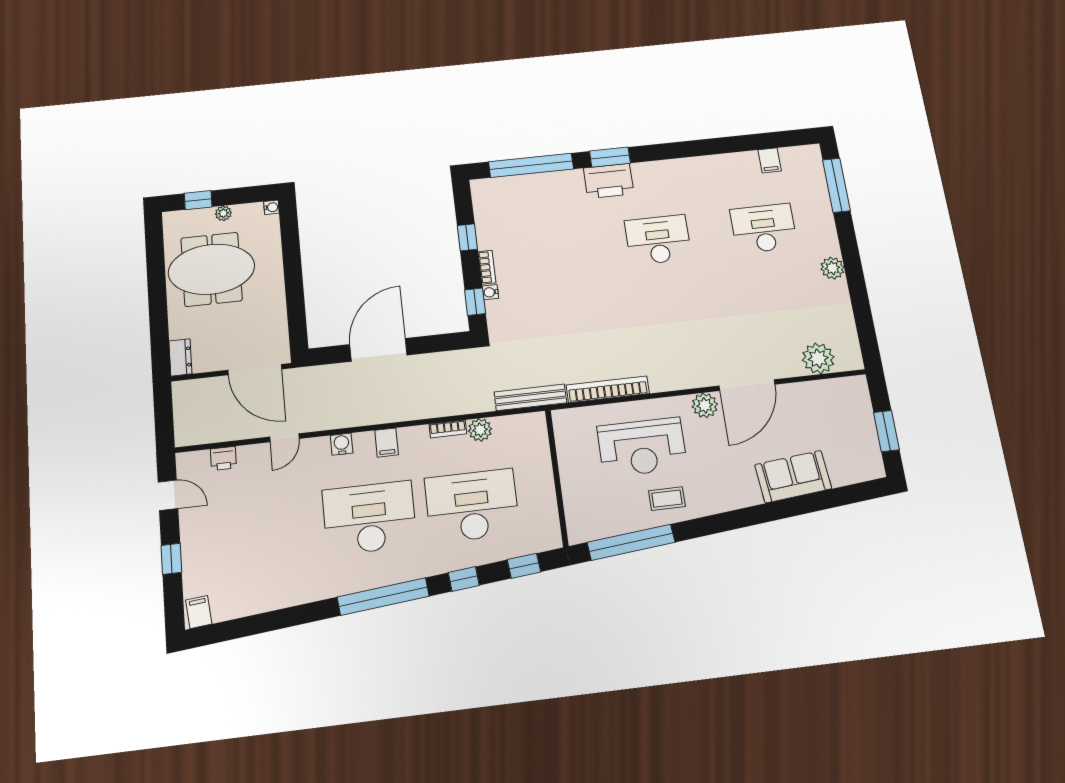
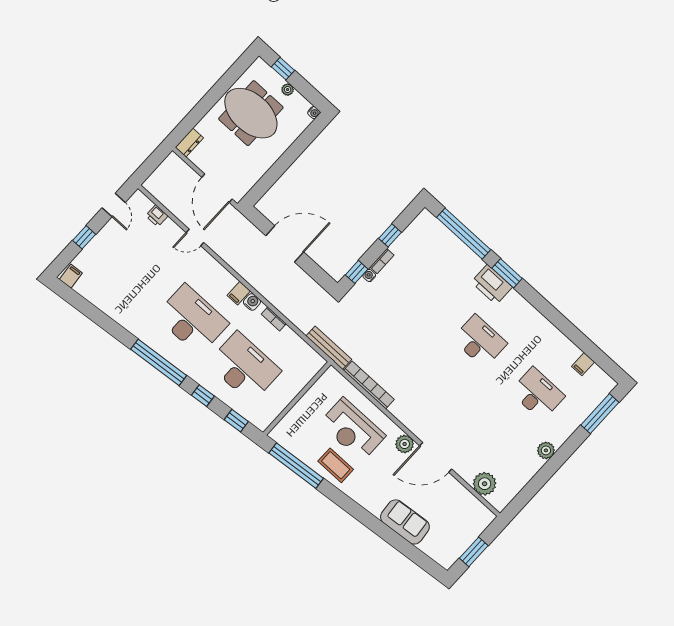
plant: (480, 430) -> (288, 336), removed
water cooler: (342, 444) -> (252, 302), moved
coffee table: (667, 499) -> (336, 465), width x1.36, depth x1.30

